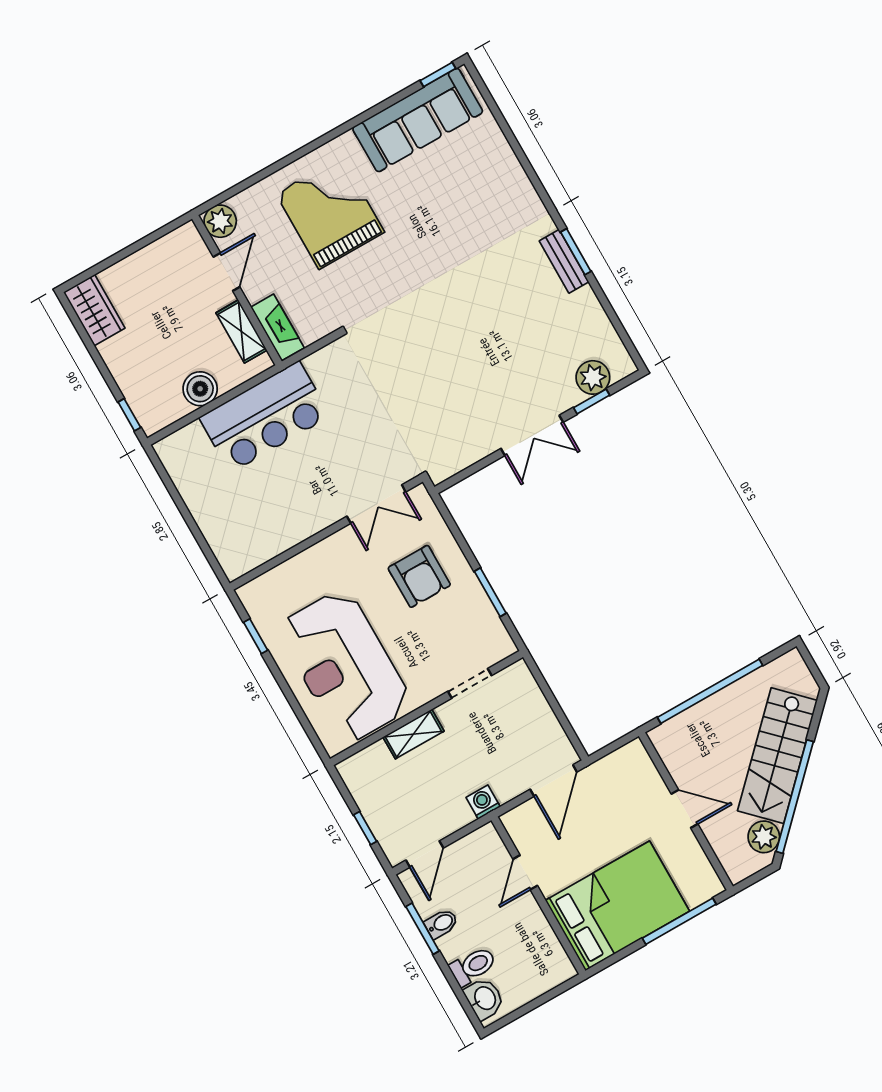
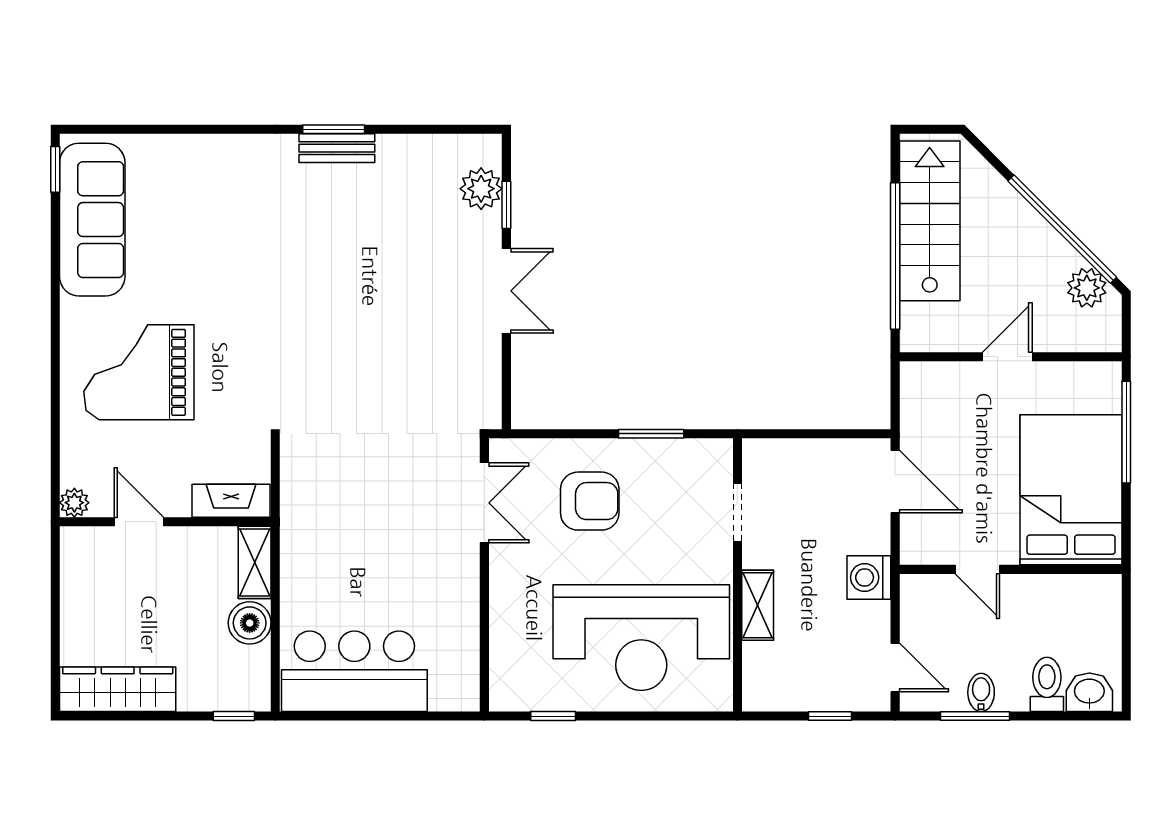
plant: (220, 221) -> (74, 503), width x0.73, depth x0.73
wardrobe: (94, 310) -> (118, 689), width x1.50
shelving: (241, 331) -> (255, 562), moved, turned 90
bar counter: (265, 417) -> (354, 671), moved, turned -90
stairs: (777, 756) -> (930, 221), moved, turned -135
washing machine: (483, 802) -> (869, 577), width x1.38, depth x1.38

